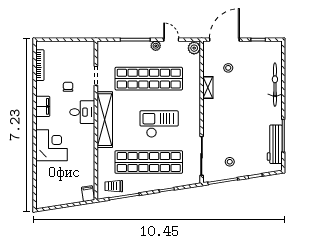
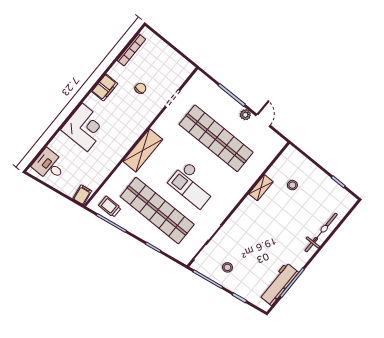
door: (224, 40) -> (309, 158), removed
plant: (194, 48) -> (277, 144), removed
desk: (82, 112) -> (49, 165), moved, turned 180
shelving: (105, 120) -> (143, 150), width x0.68
checkout: (159, 124) -> (193, 185), turned 180

